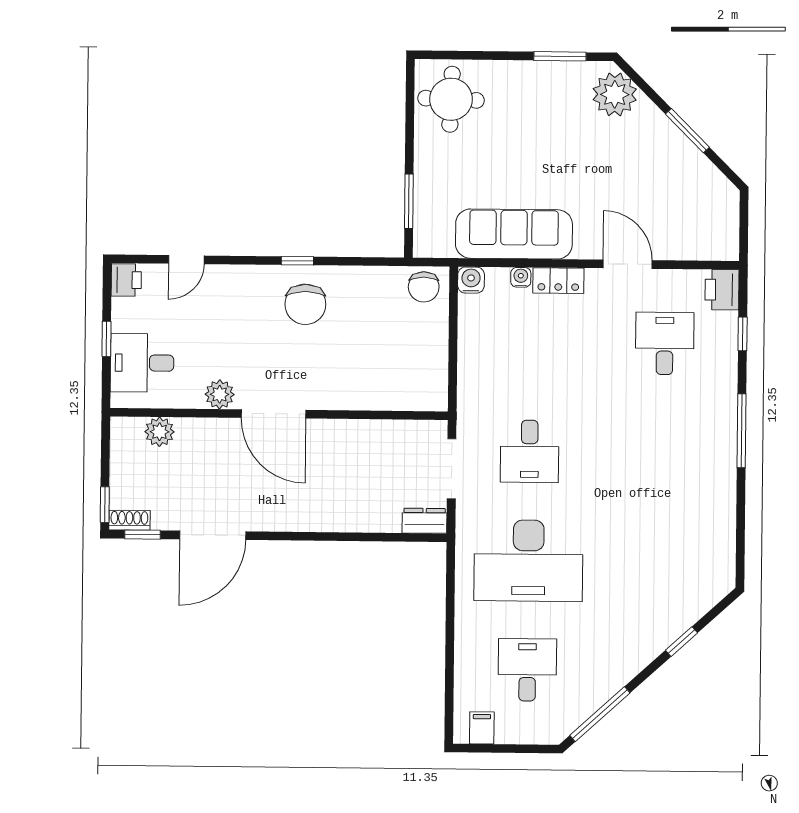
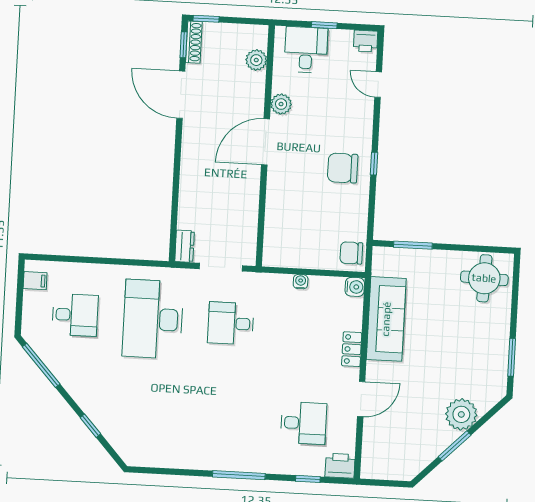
plant: (615, 94) -> (461, 414), moved
water cooler: (521, 277) -> (301, 282), moved, turned -90
shoe rack: (129, 520) -> (194, 42), width x1.43

